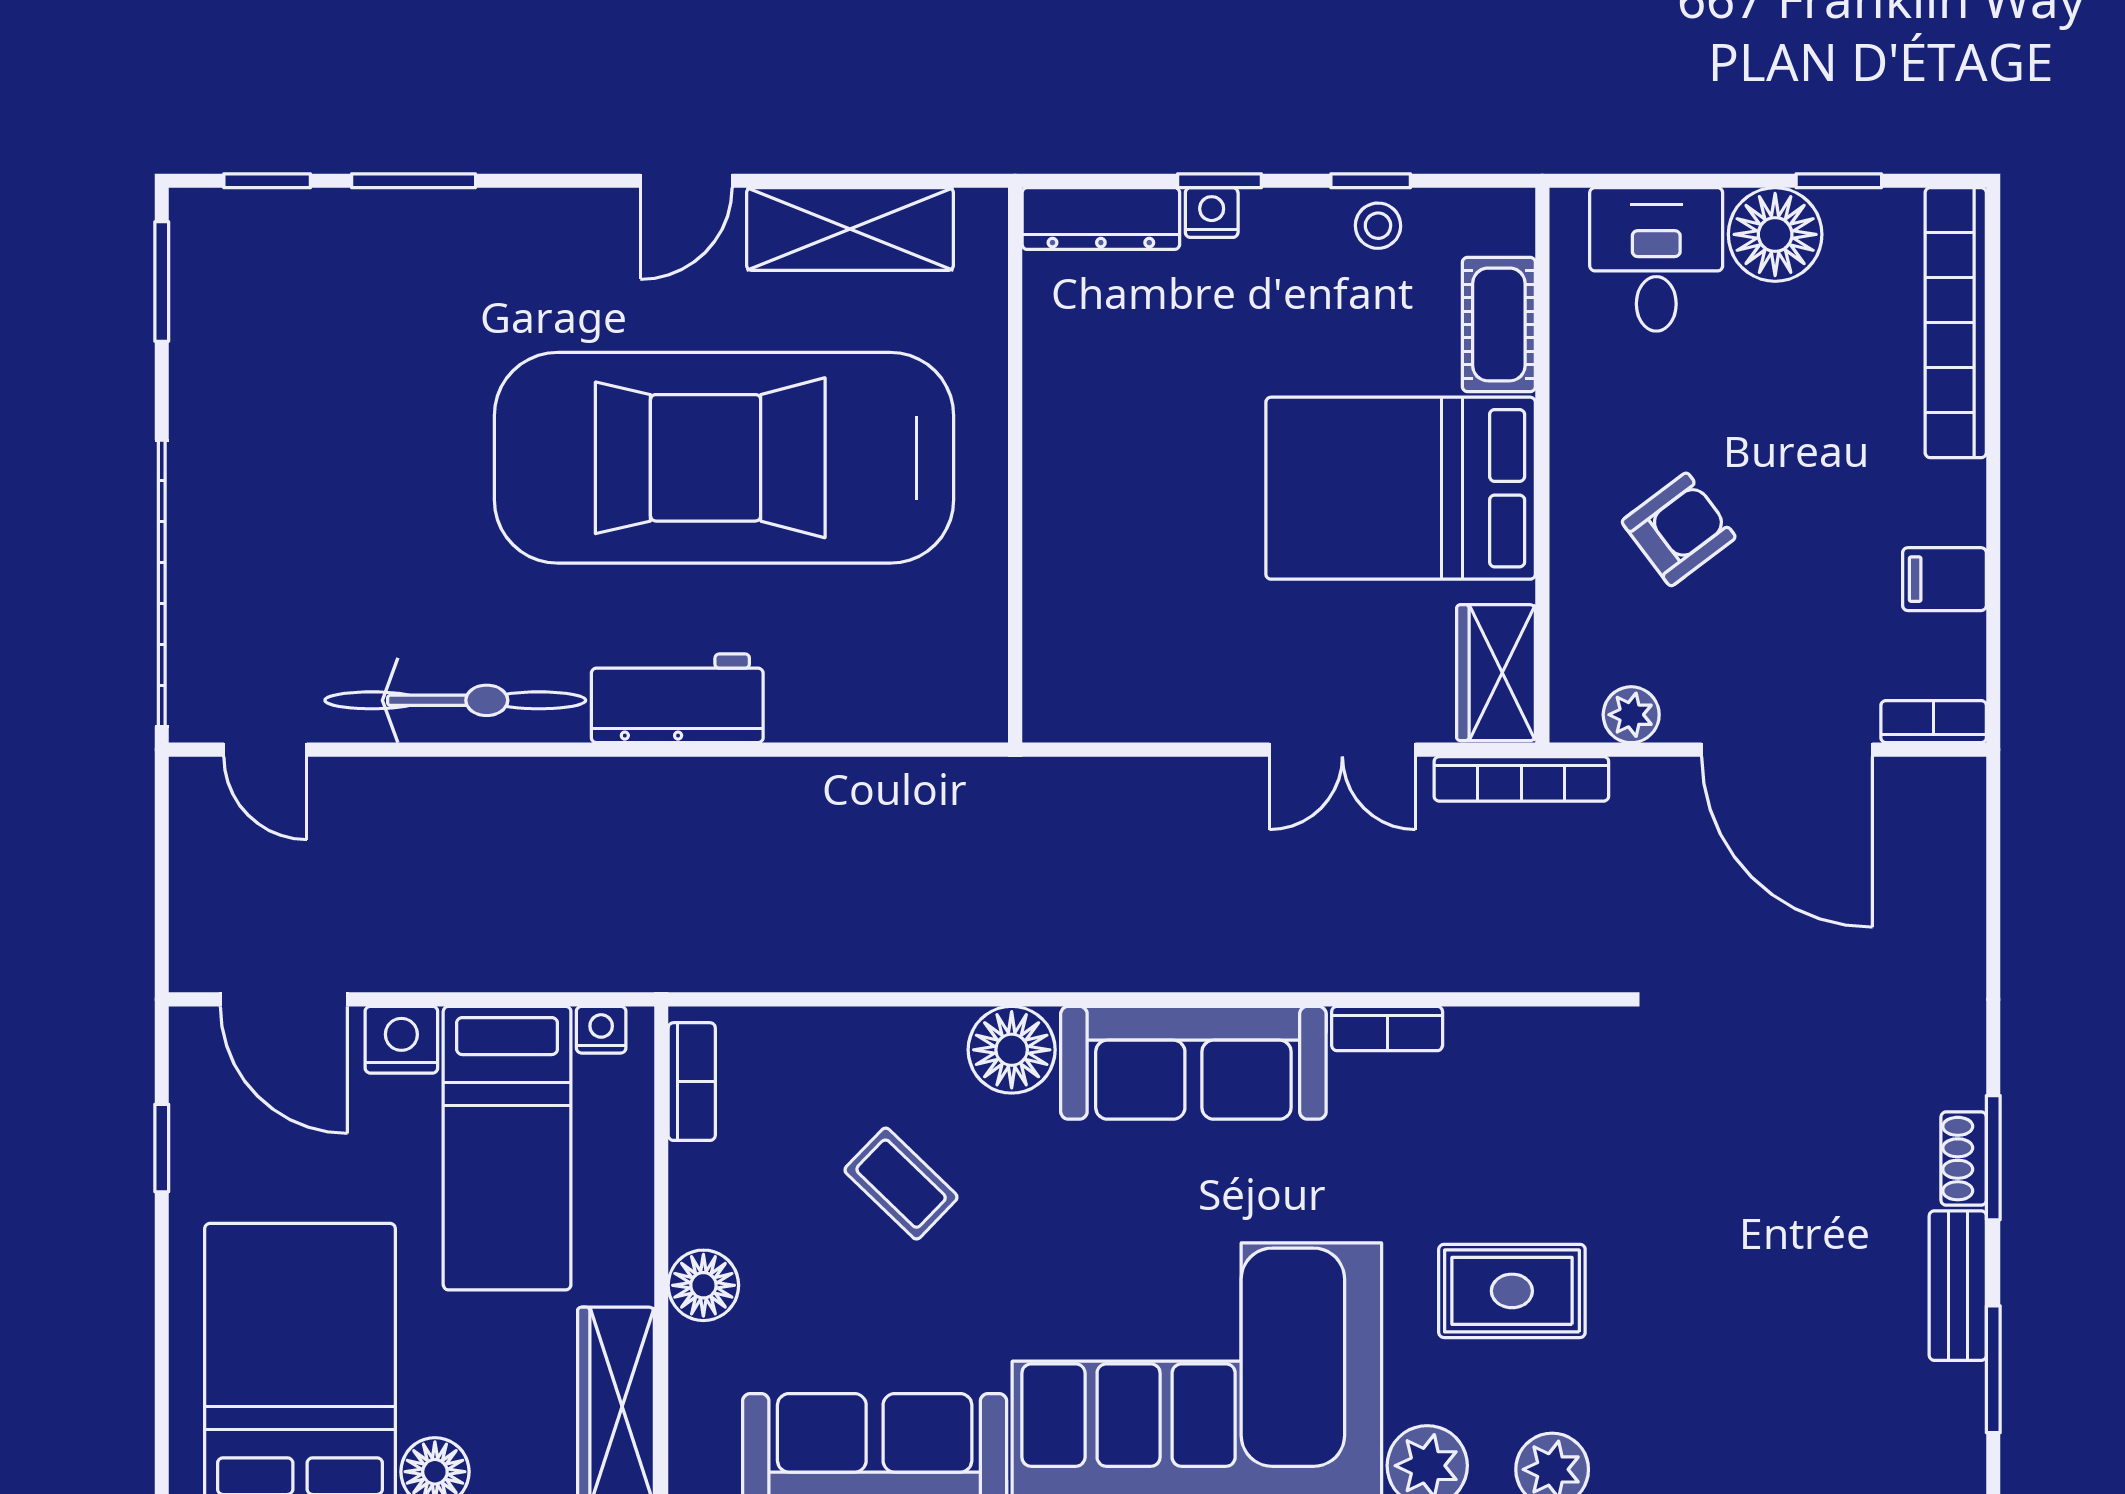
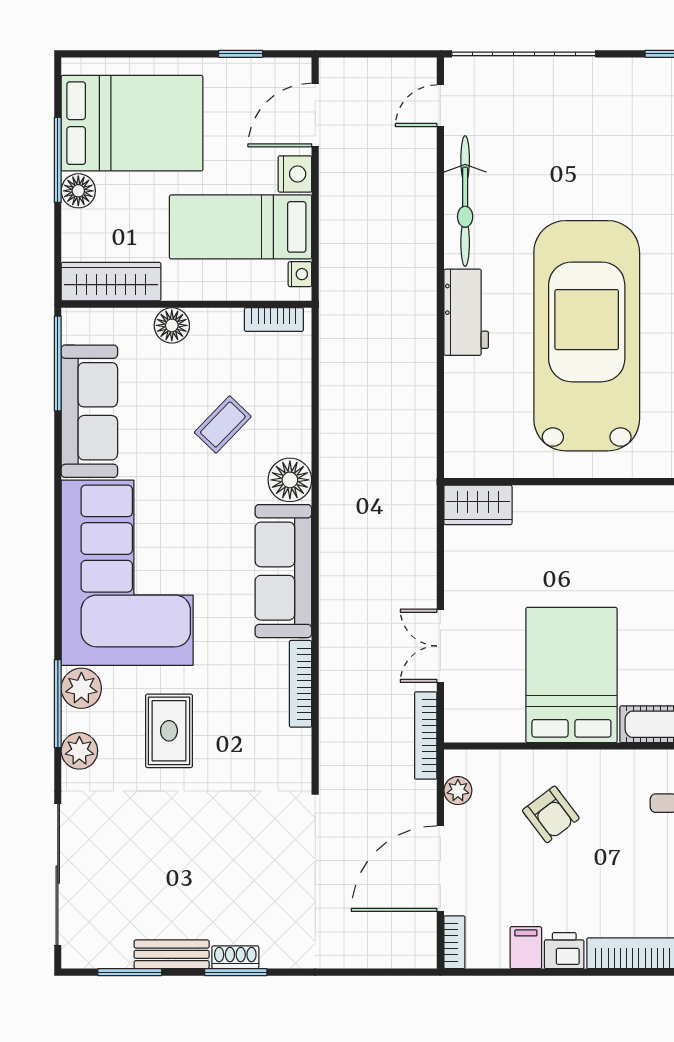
printer: (1950, 503) -> (564, 951), added
wardrobe: (1496, 673) -> (478, 505), moved, turned 180
bookcase: (1387, 1028) -> (301, 684), width x1.56

